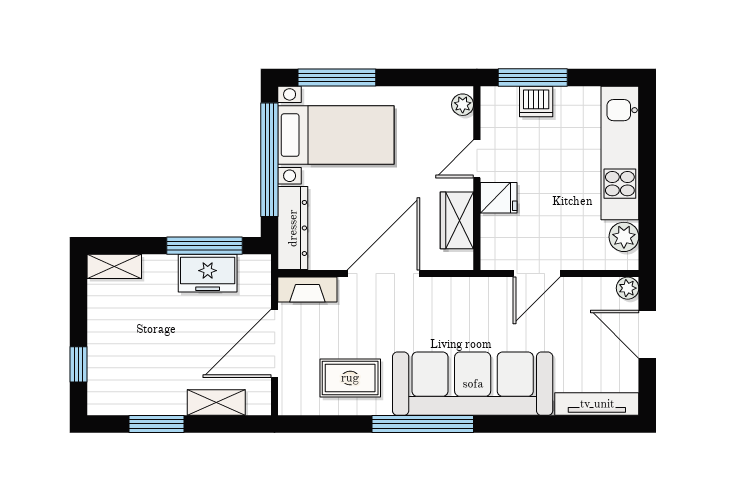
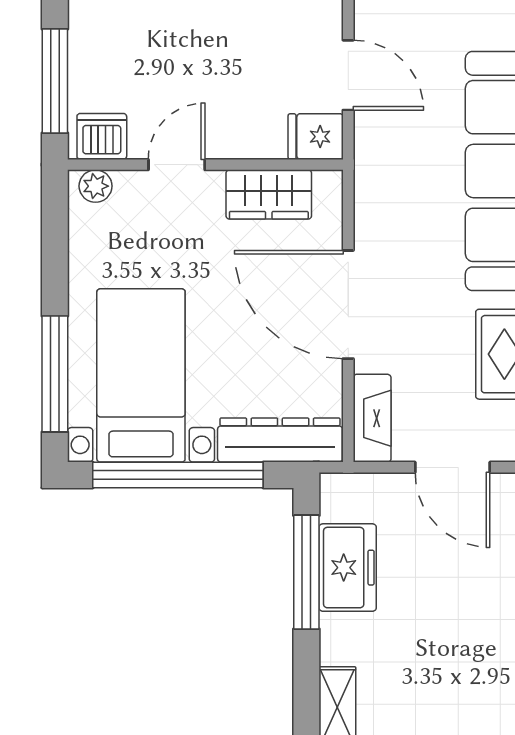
dishwasher: (536, 102) -> (102, 136), moved, turned -90
door: (477, 159) -> (177, 165), swing flipped
fridge: (499, 198) -> (316, 137), moved, turned -90
door: (275, 343) -> (453, 467), width x0.73

